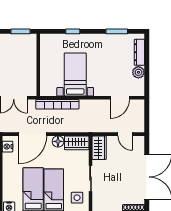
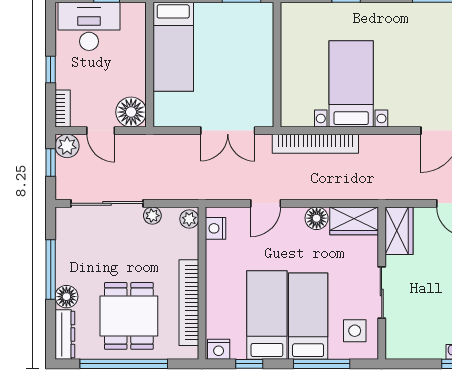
door: (33, 134) -> (266, 203), width x0.53

